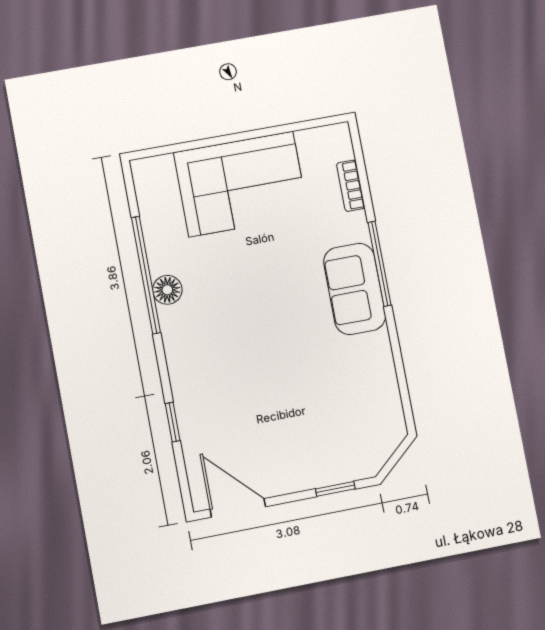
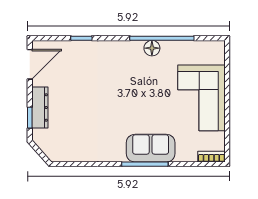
bookcase: (351, 186) -> (211, 157), moved
sofa: (355, 289) -> (151, 148), moved
dresser: (313, 474) -> (40, 108), added

